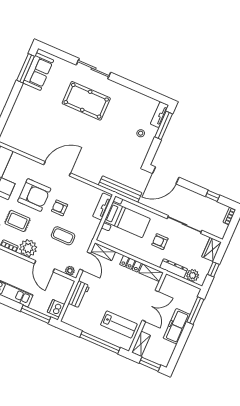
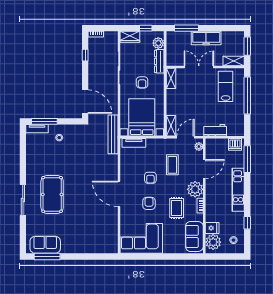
armchair: (34, 195) -> (149, 203), width x0.53, depth x0.53
bed with nightstands: (127, 220) -> (142, 117), width x1.36
locker: (131, 264) -> (171, 99), removed

